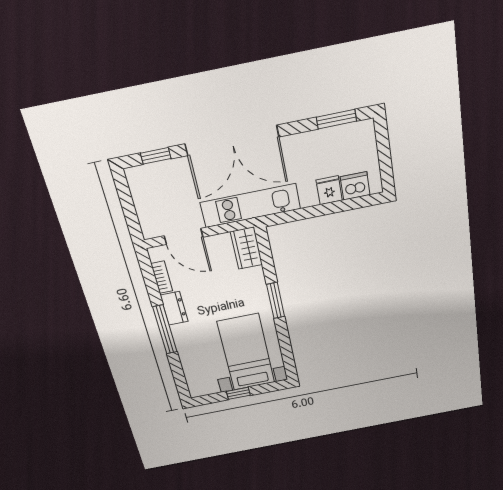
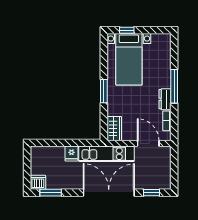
dishwasher: (355, 186) -> (38, 182), moved, turned 180
fridge: (329, 190) -> (71, 154), moved
window: (238, 393) -> (127, 30), moved

